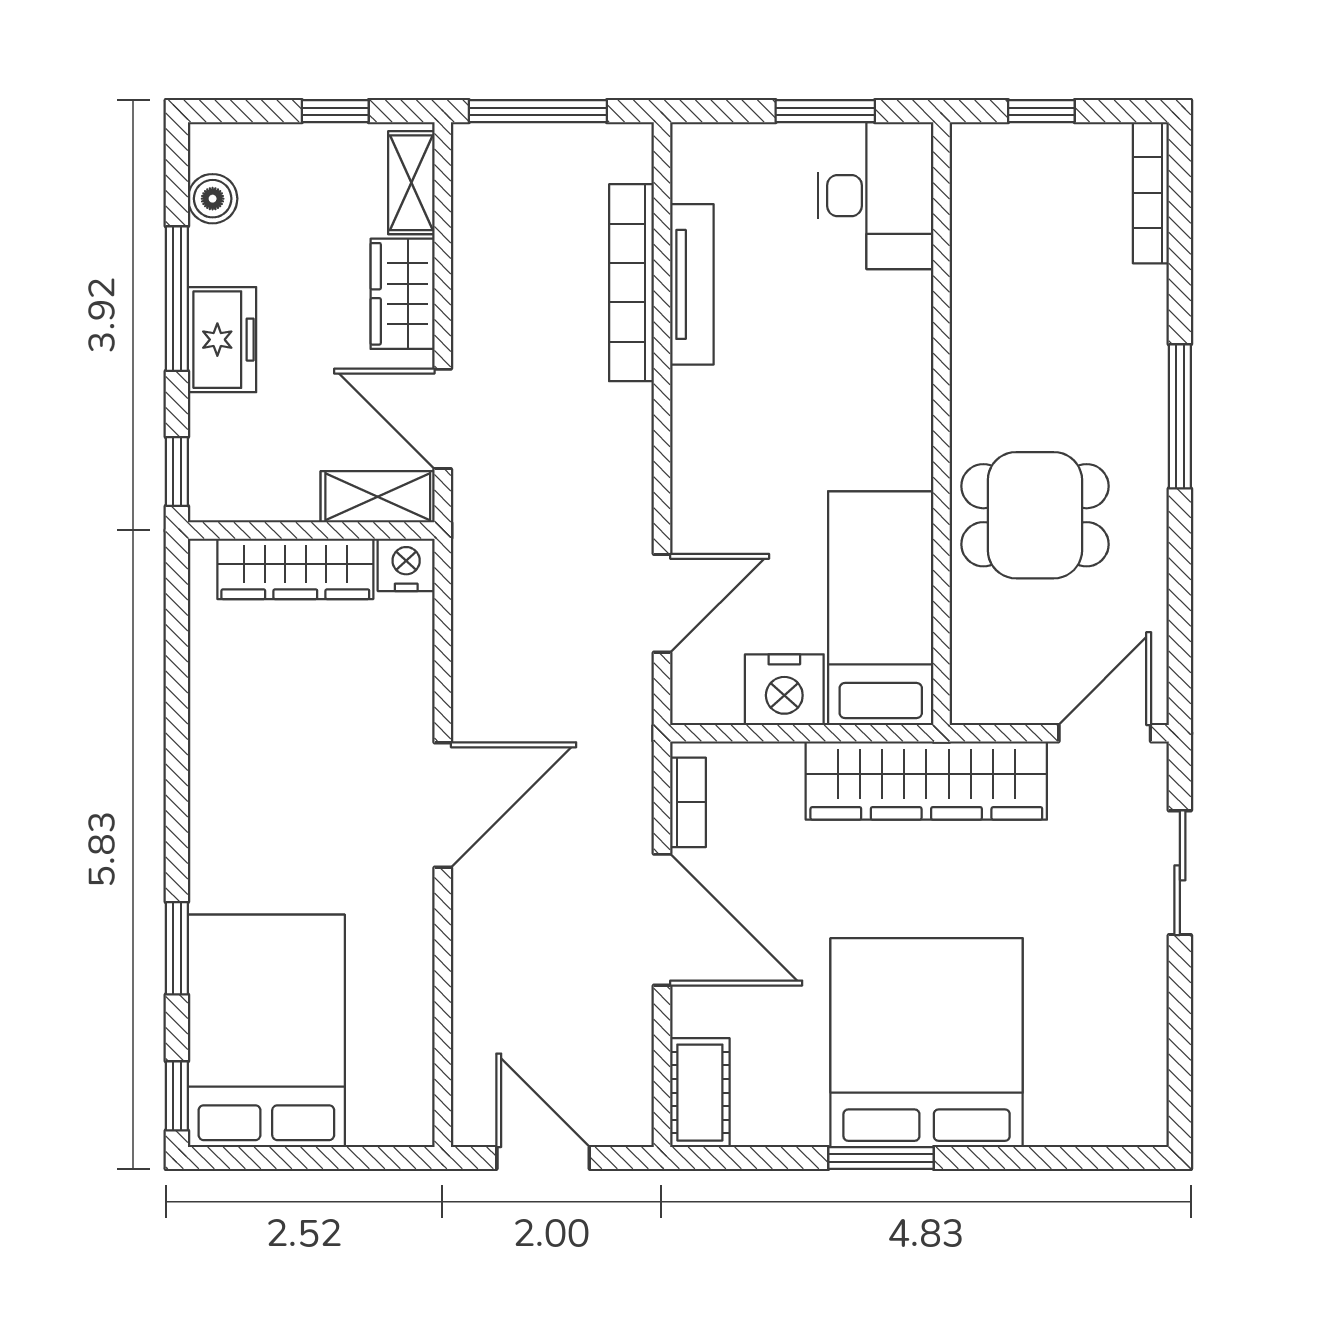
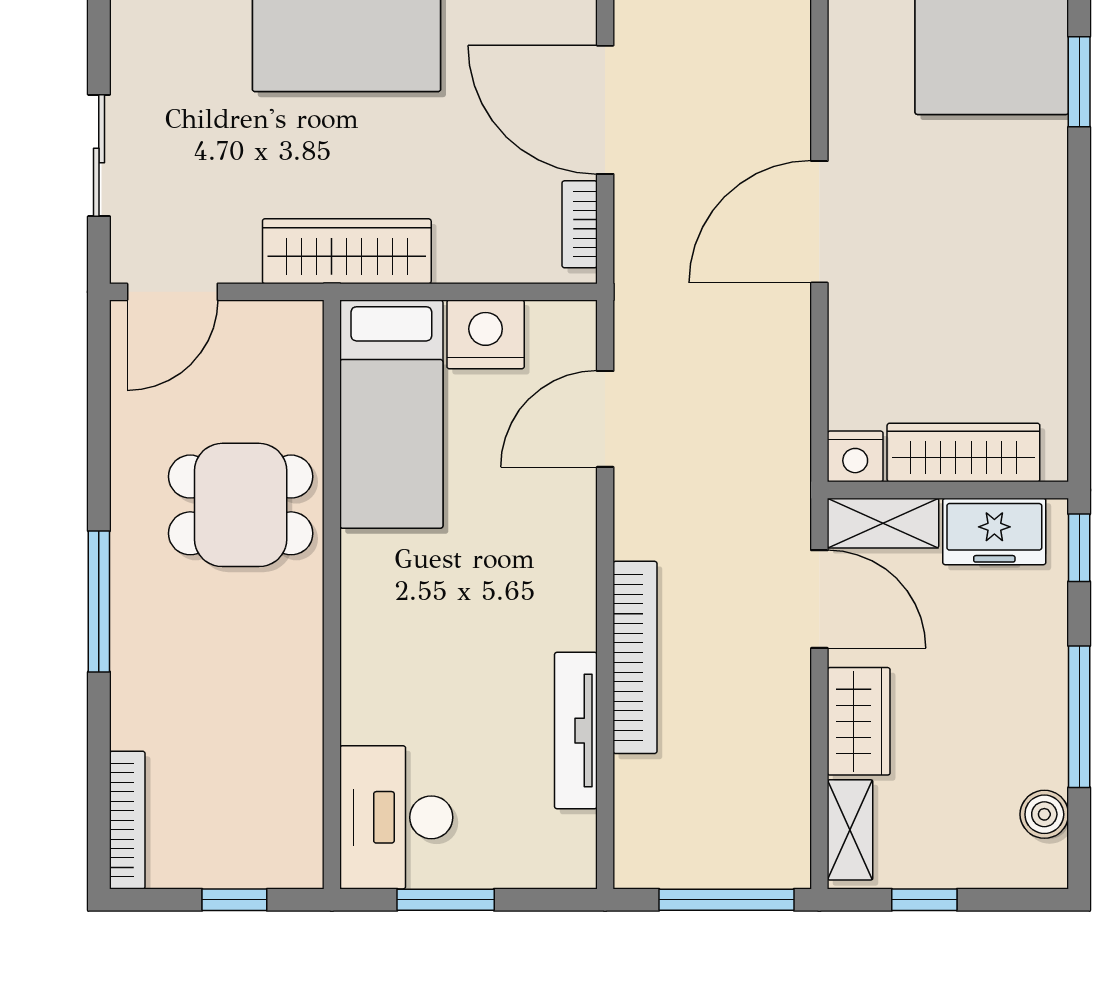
bookcase: (631, 283) -> (635, 657), moved
freezer: (222, 340) -> (994, 531), moved, turned -90
wardrobe: (926, 781) -> (347, 251), width x0.71, depth x0.85

